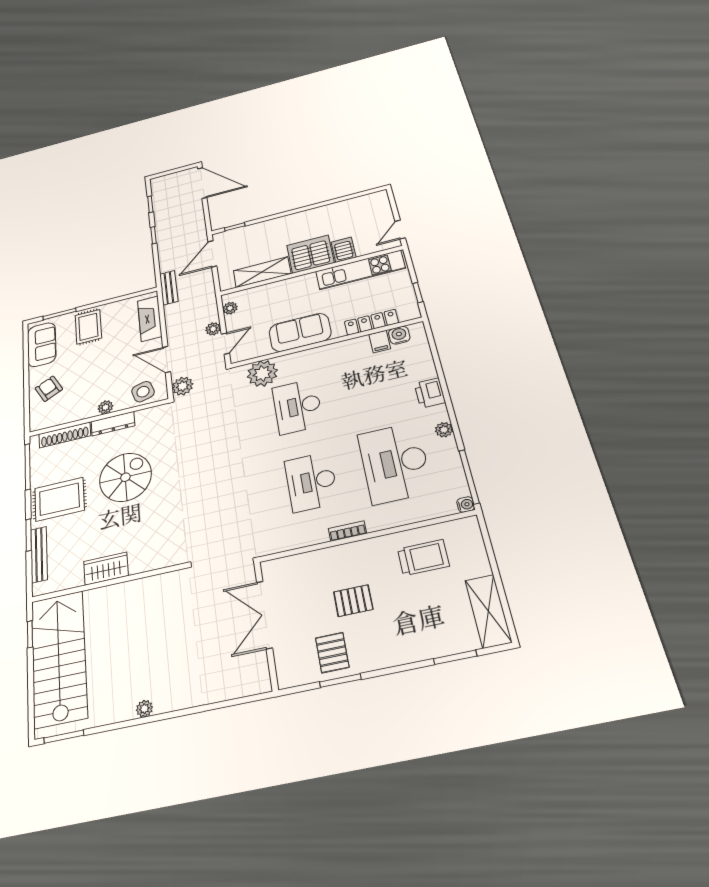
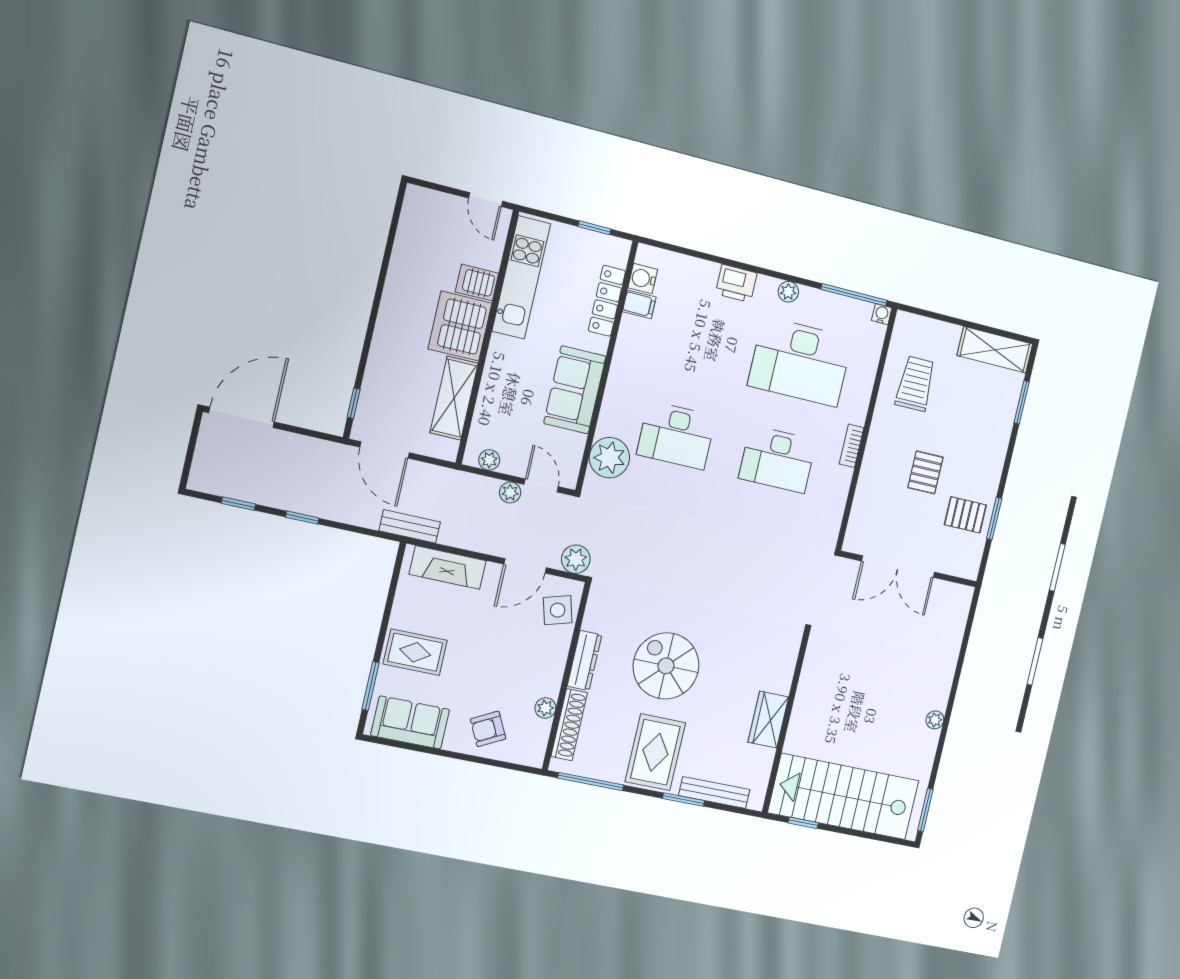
plant: (105, 407) -> (545, 708), moved

